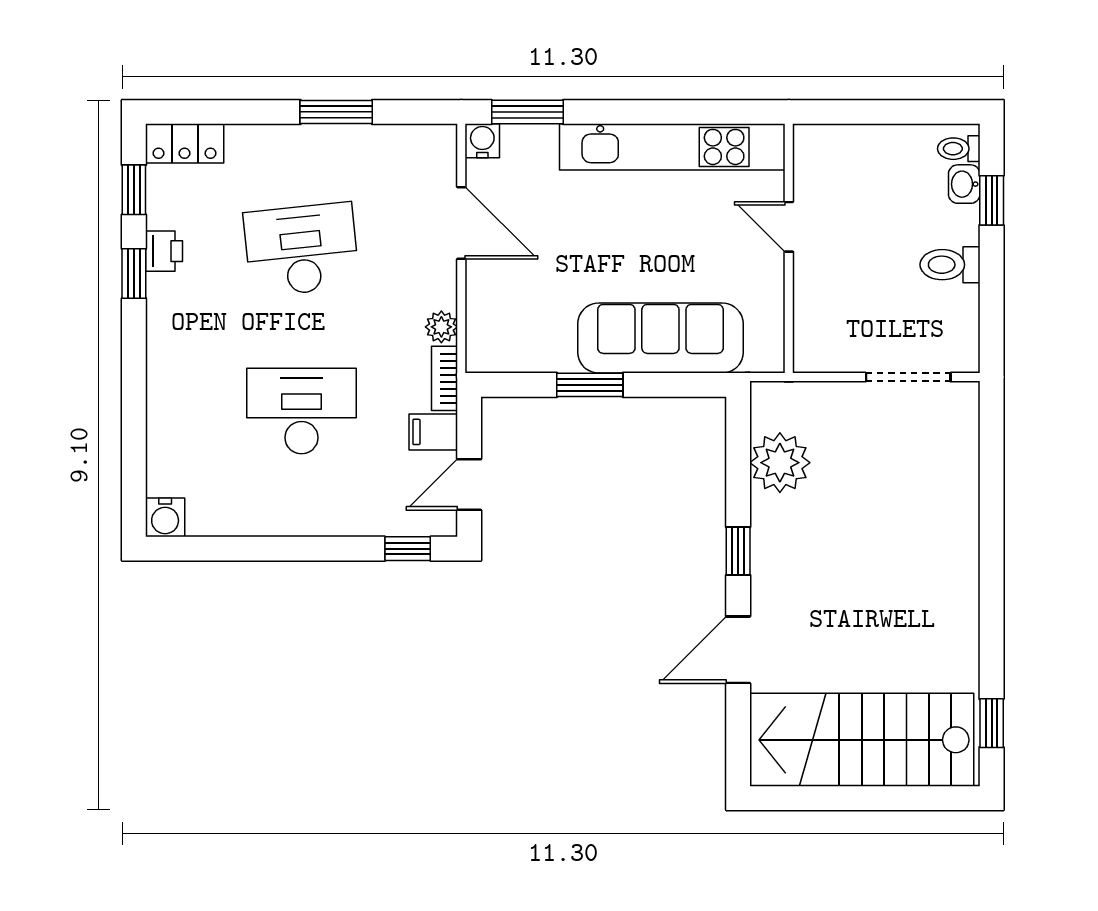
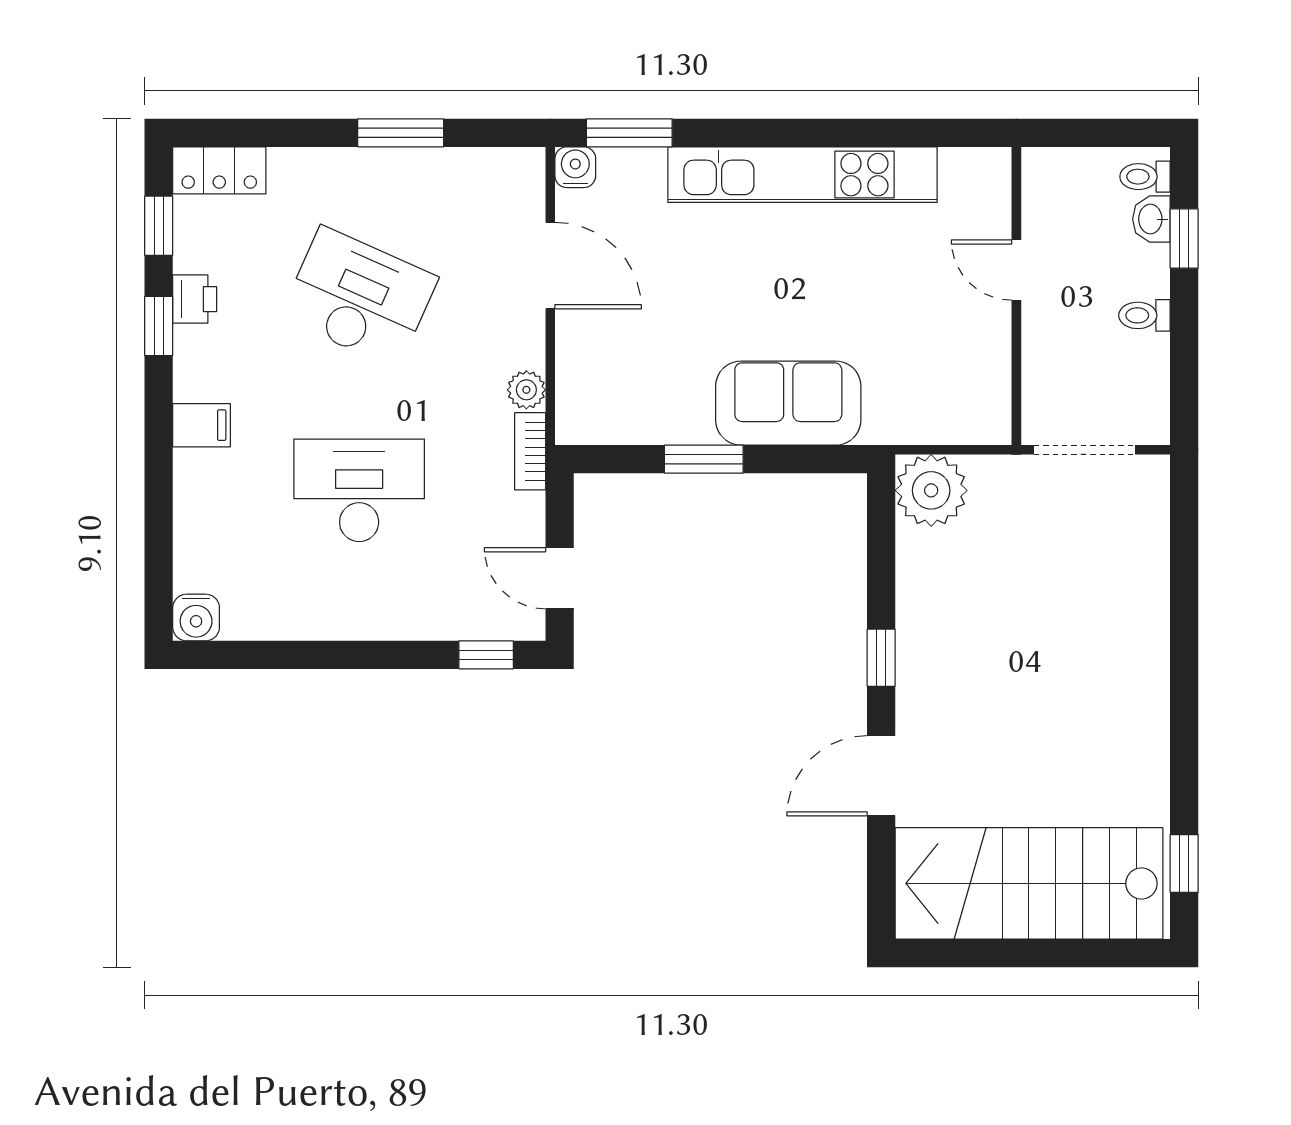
door: (789, 227) -> (1016, 270), moved
wall: (789, 248) -> (1016, 296), moved
desk: (301, 250) -> (359, 297), turned 30
toilet: (950, 265) -> (1144, 315), width x0.73, depth x0.72
sofa: (660, 338) -> (788, 403), width x0.73
filing cabinet: (433, 432) -> (202, 425), moved, turned 180
plant: (780, 463) -> (931, 490), moved
door: (469, 485) -> (560, 578), hinge flipped

